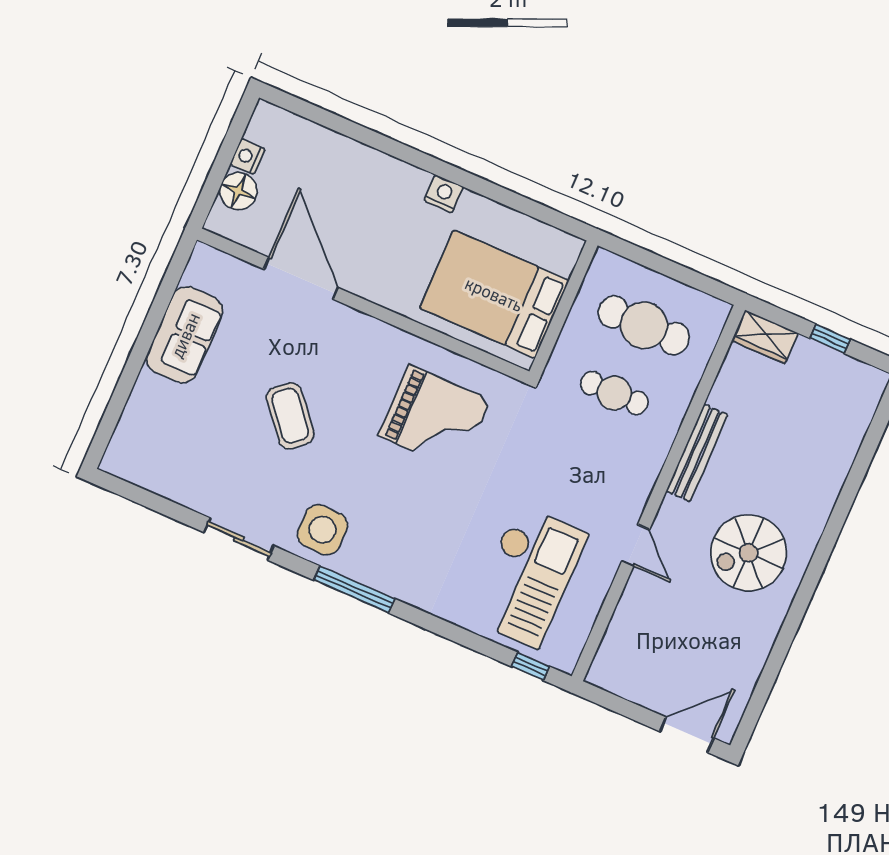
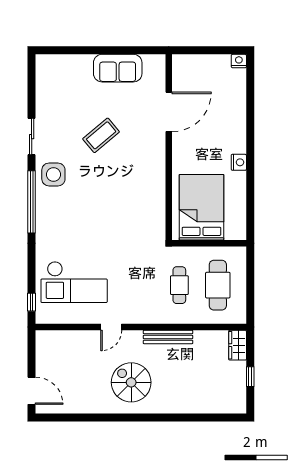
nightstand: (247, 156) -> (239, 61), moved
floor lamp: (238, 191) -> (197, 64), removed
grand piano: (435, 418) -> (130, 205), removed
window: (354, 589) -> (32, 202), width x1.46

